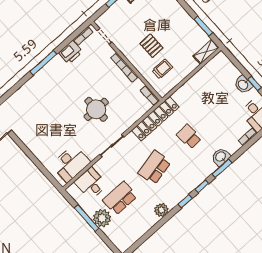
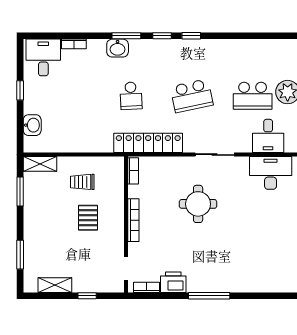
trolley: (162, 69) -> (82, 182), moved
washbasin: (243, 85) -> (32, 125), moved
plant: (161, 210) -> (222, 48), removed

